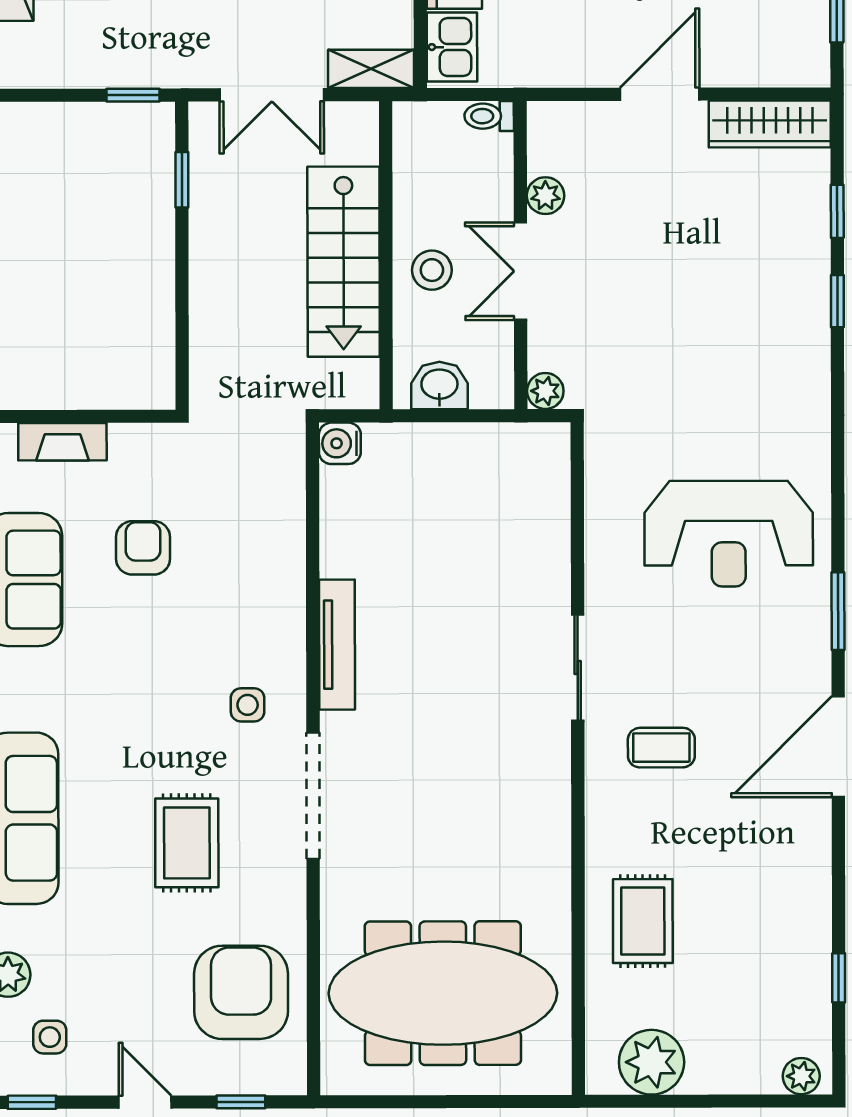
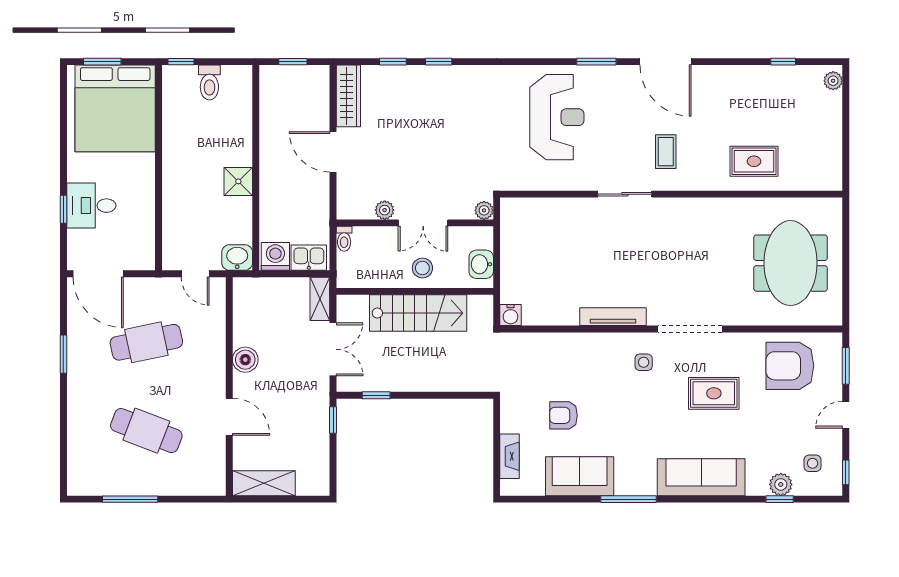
meeting table: (443, 993) -> (791, 263), width x0.73
plant: (652, 1062) -> (826, 157), removed
window: (241, 1102) -> (846, 366), width x1.50

